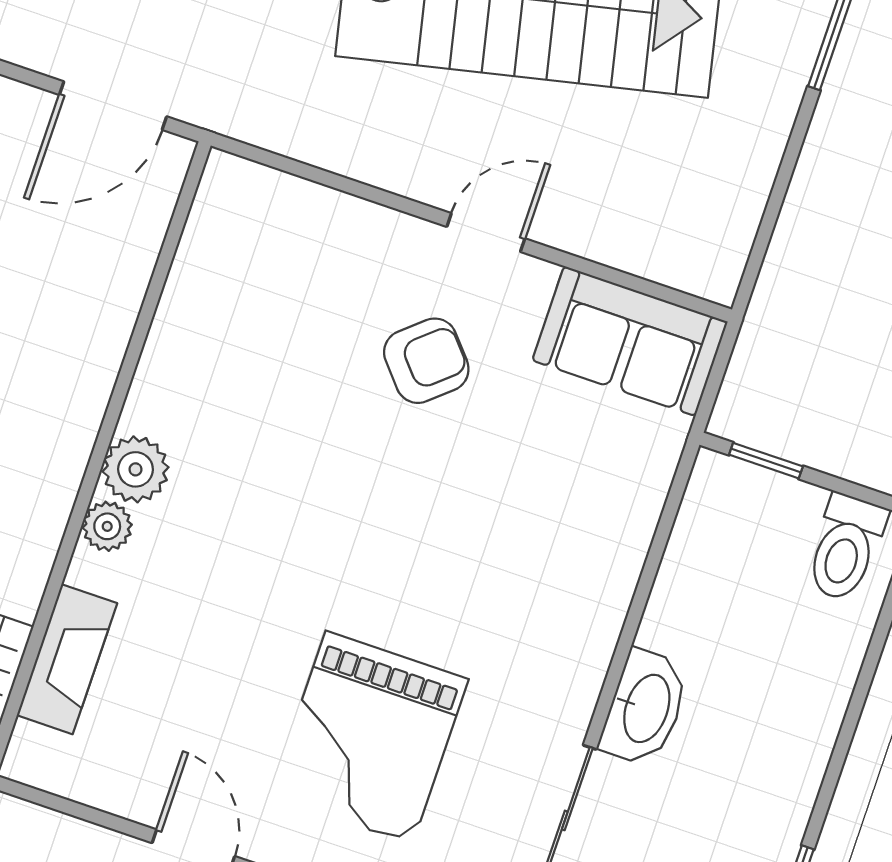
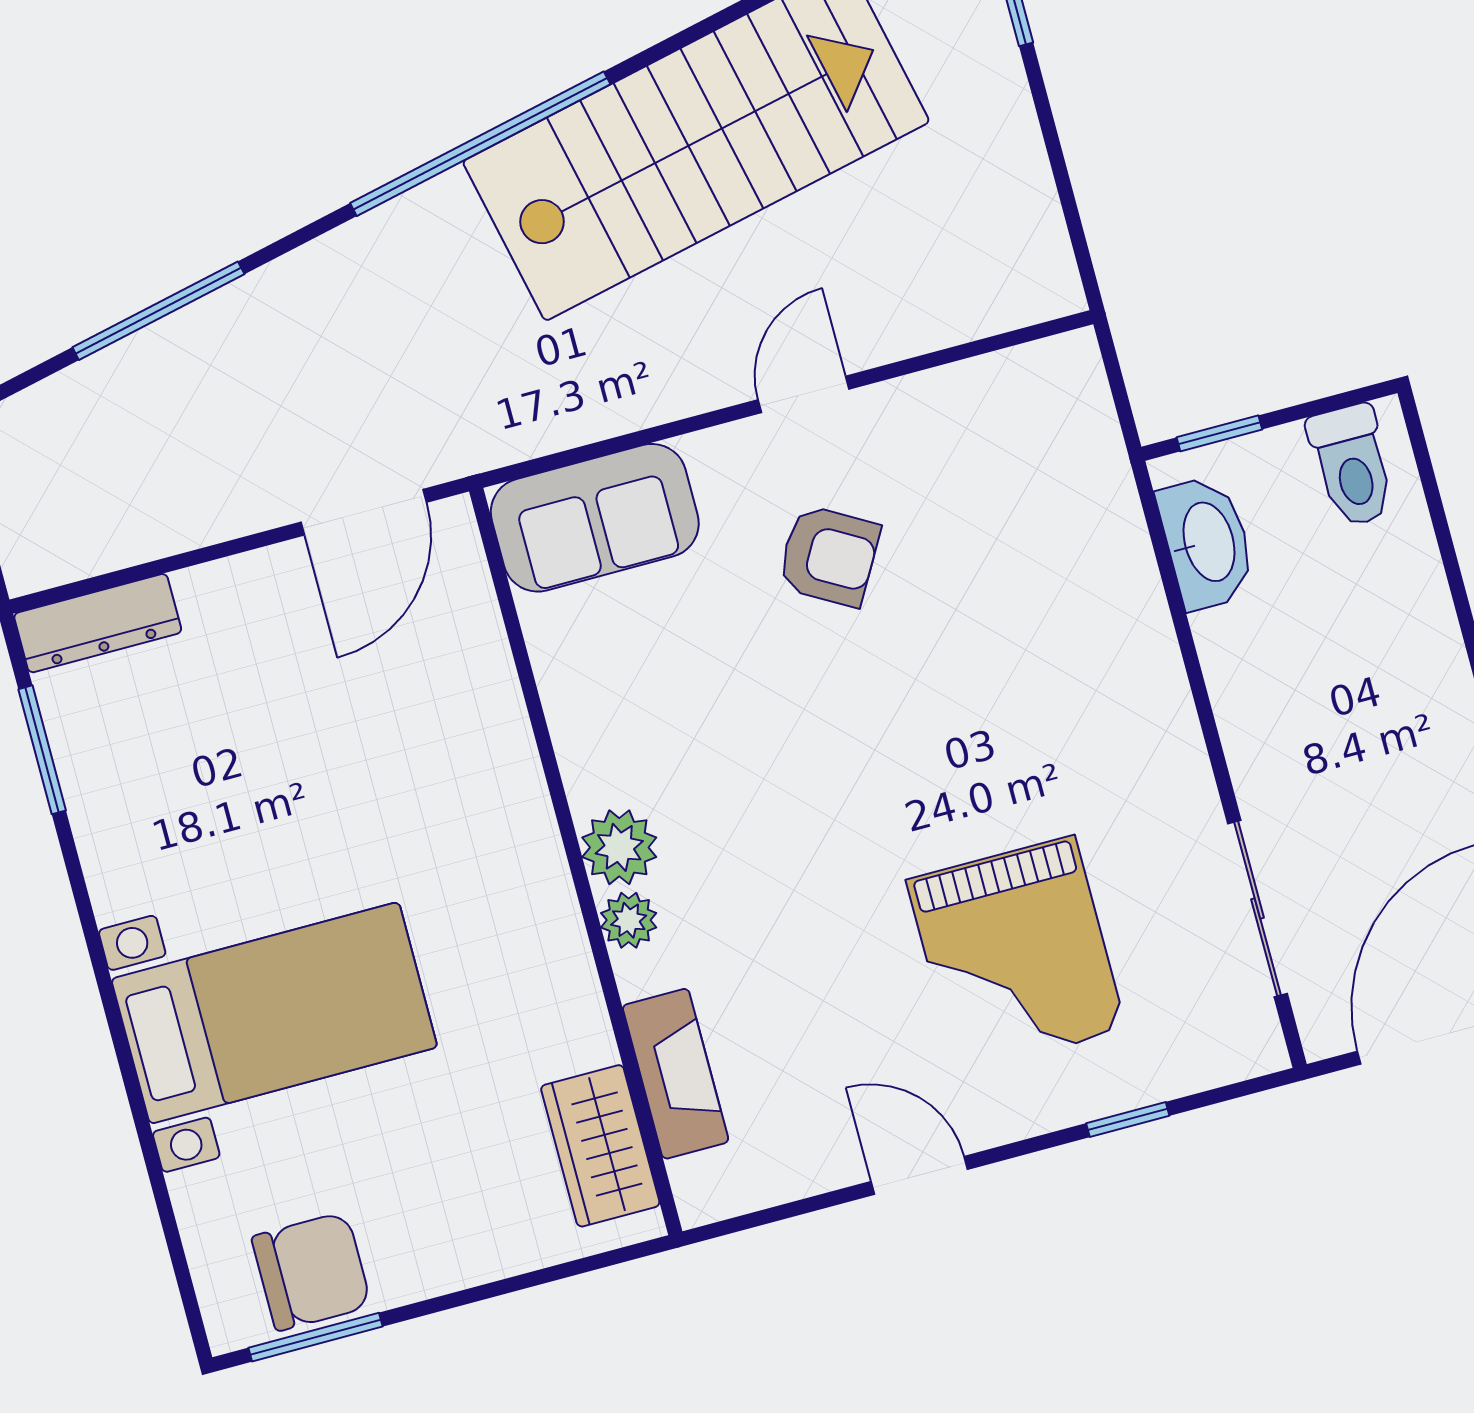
sofa: (630, 341) -> (595, 518), moved
armchair: (426, 361) -> (829, 556), turned 71
washbasin: (645, 708) -> (1207, 542), moved

